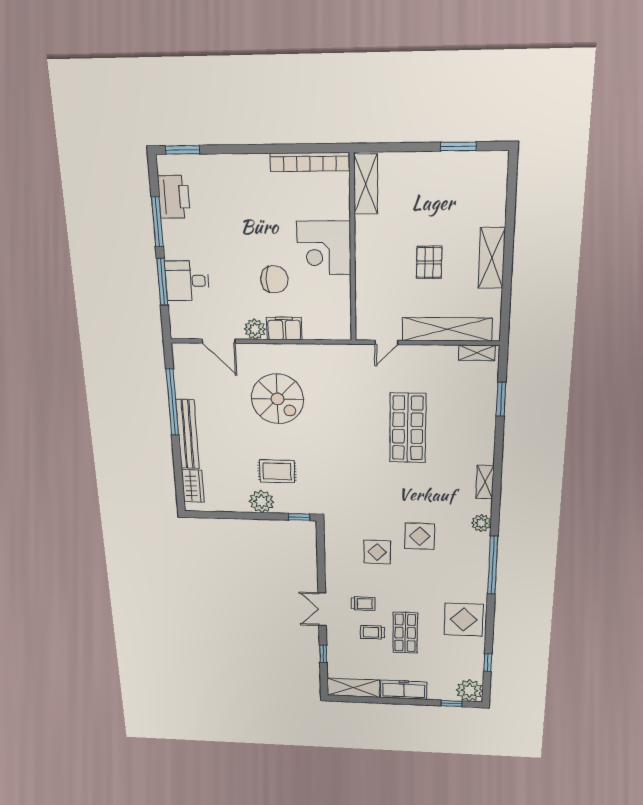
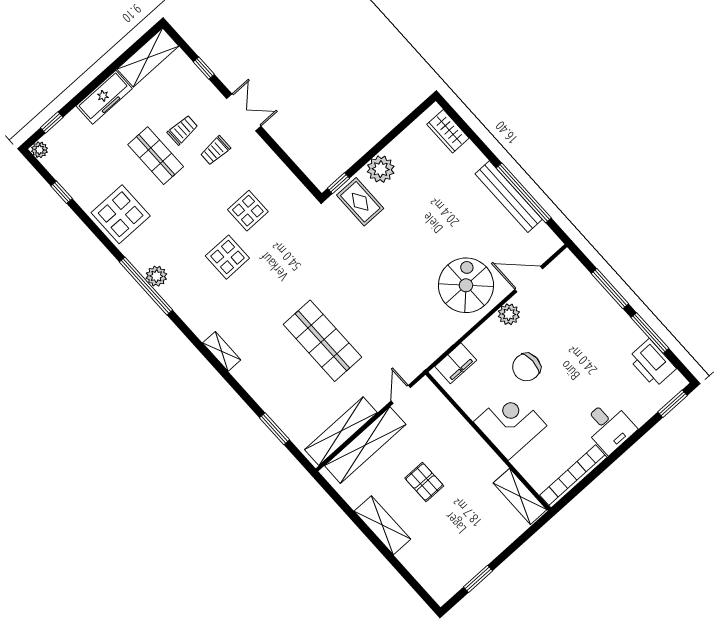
desk: (187, 281) -> (609, 427), moved, turned 90
filing cabinet: (284, 328) -> (456, 363), moved
shelving: (477, 353) -> (341, 431), width x2.20, depth x1.33
spiral stairs: (277, 399) -> (466, 285), moved, turned 90
bench: (188, 434) -> (509, 197), moved
rug: (277, 471) -> (360, 202), moved, turned 90
plant: (481, 523) -> (156, 276), moved
plant: (470, 690) -> (40, 150), width x0.53, depth x0.53

